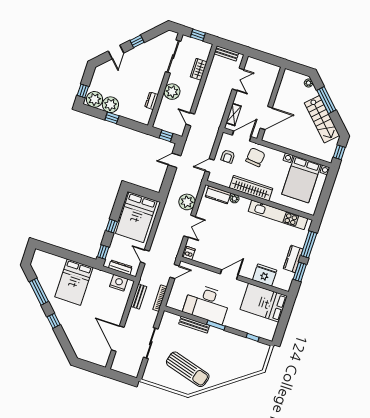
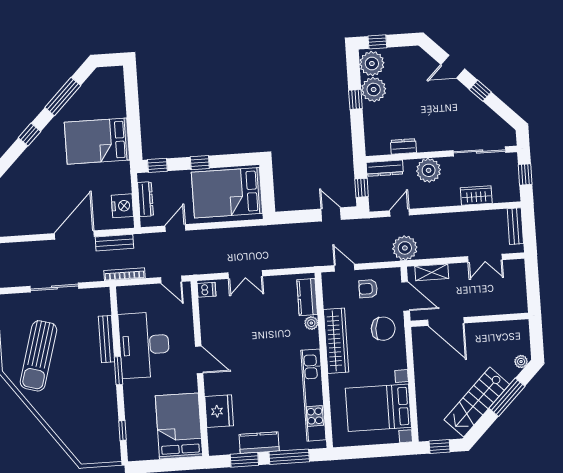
dresser: (160, 117) -> (385, 168), added
plant: (187, 202) -> (405, 248), moved
door: (118, 339) -> (74, 235), moved

